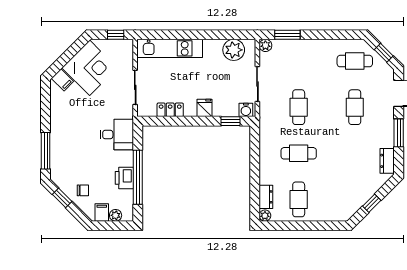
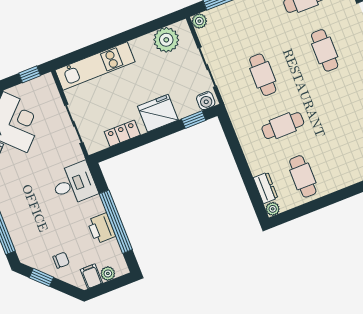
fridge: (204, 108) -> (158, 113), width x1.88, depth x1.34

